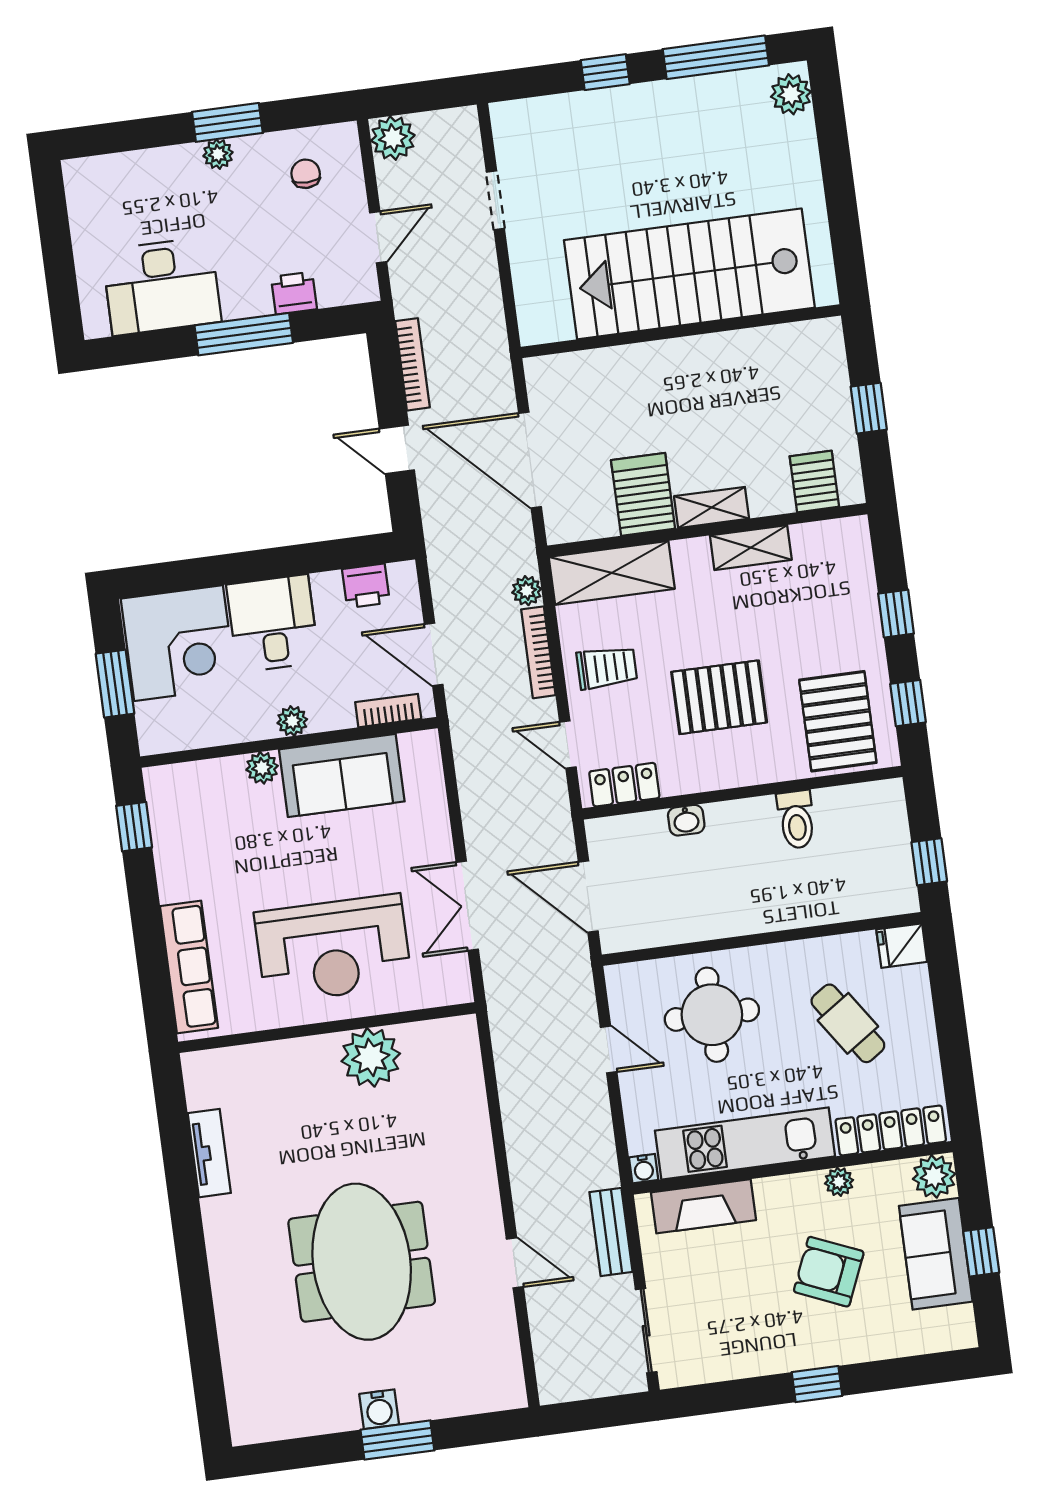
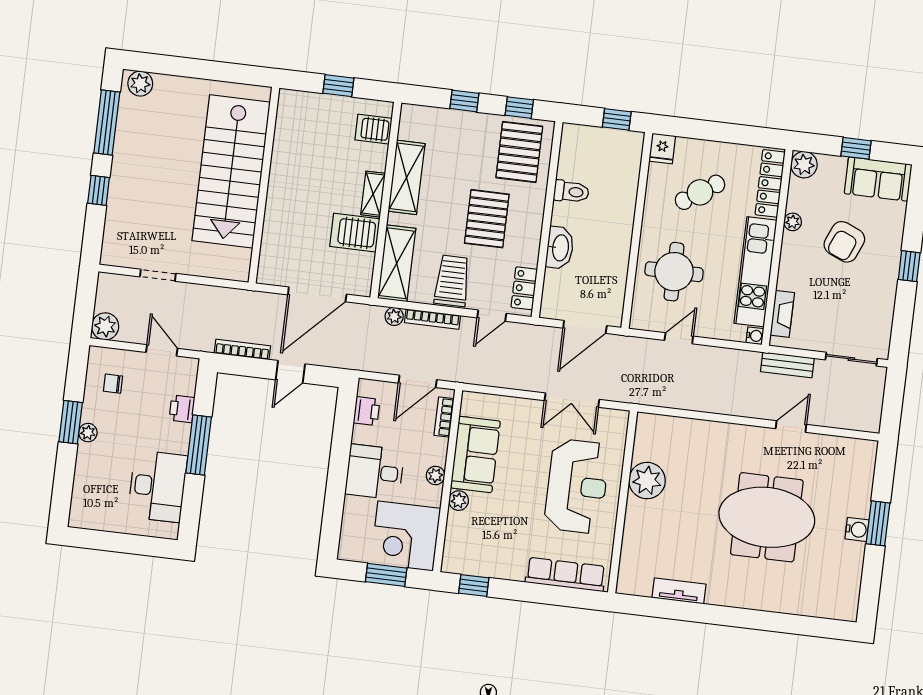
shelving: (751, 548) -> (407, 177), width x1.50, depth x1.33
corner desk: (179, 643) -> (406, 536), moved, turned 180
trolley: (607, 668) -> (452, 281), width x1.36, depth x1.39
pallet: (838, 721) -> (519, 152), turned 90
washbasin: (686, 820) -> (560, 248), width x1.91, depth x1.45
fireplace: (703, 1206) -> (782, 314), width x0.73, depth x0.76
sofa: (936, 1254) -> (878, 179), moved

